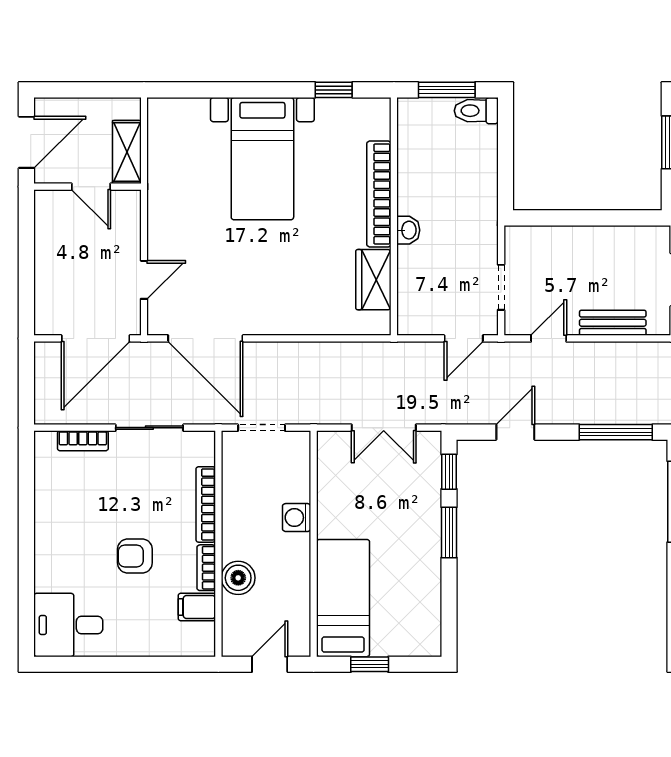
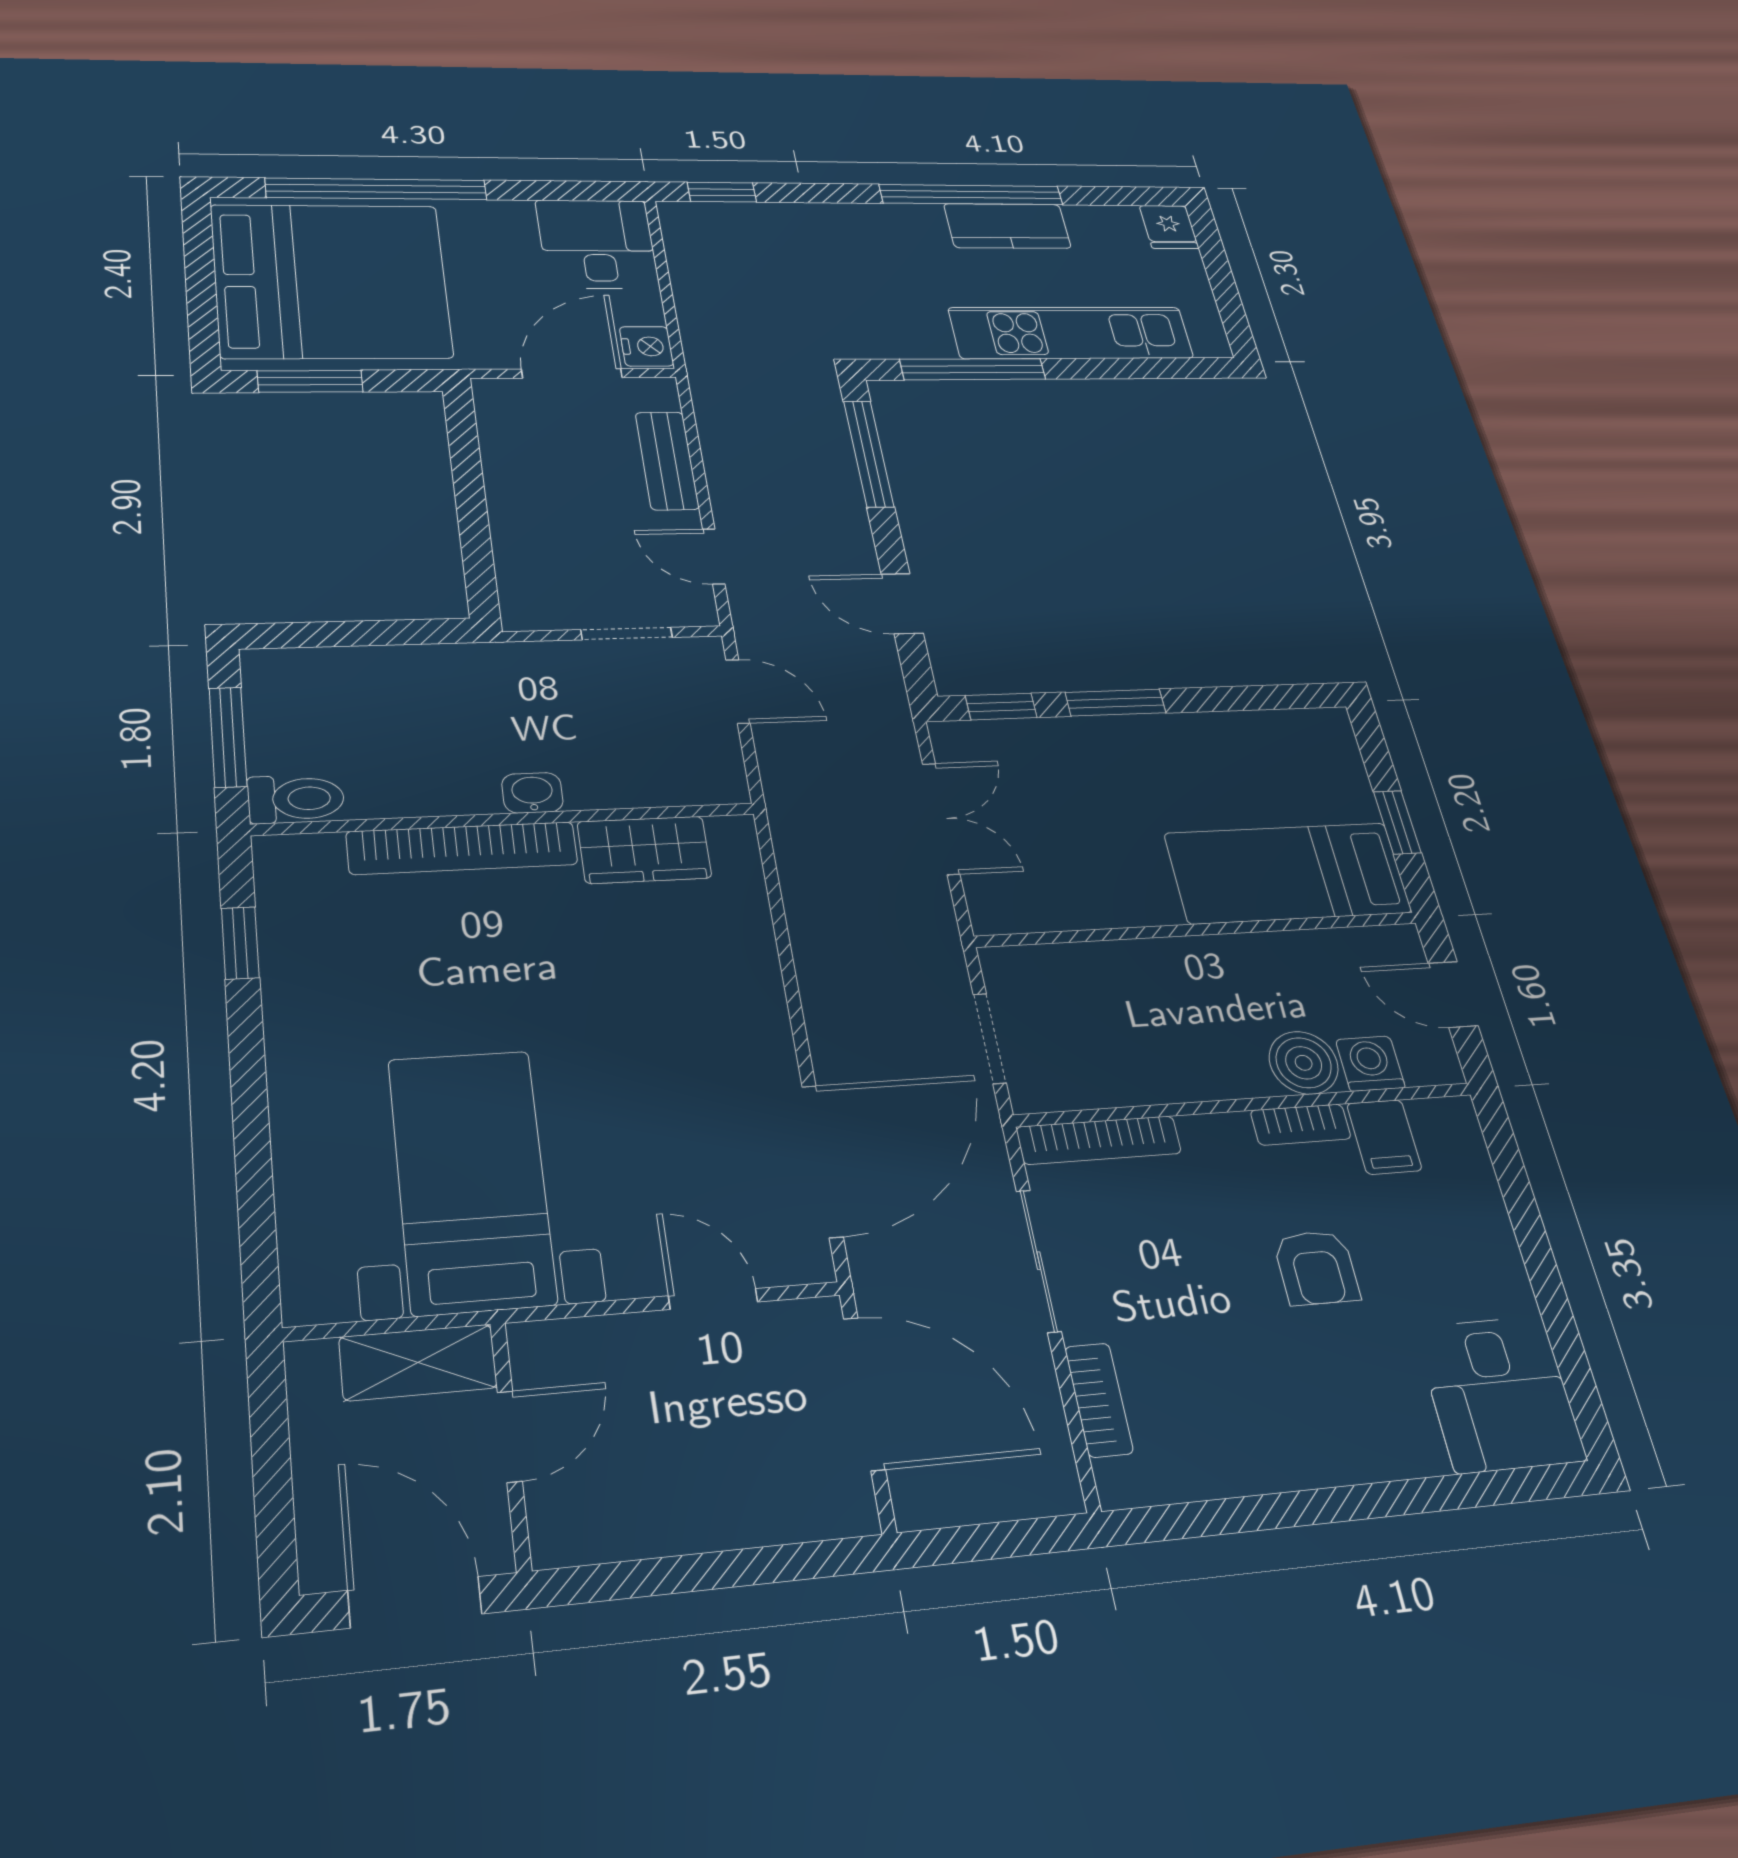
toilet: (476, 111) -> (296, 799), moved, turned -90
bed with nightstands: (262, 159) -> (471, 1180), moved, turned -90
bookcase: (206, 504) -> (1099, 1140), moved
washing machine: (297, 518) -> (1370, 1064), moved, turned 180

